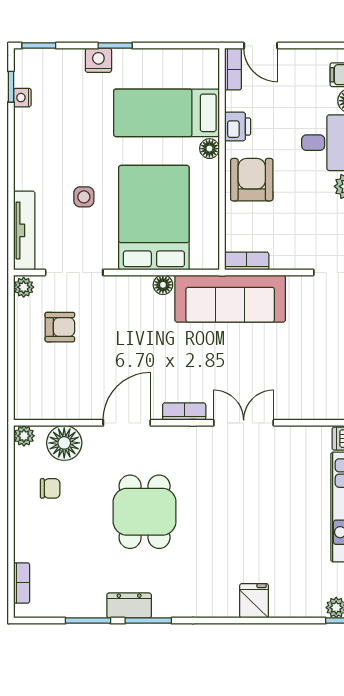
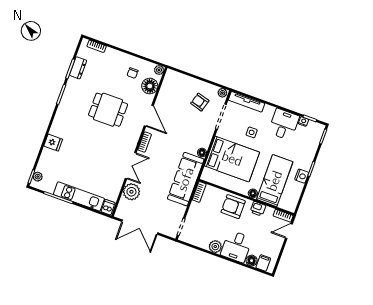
nightstand: (98, 60) -> (302, 176), moved
desk: (43, 136) -> (284, 124), added
armchair: (252, 180) -> (233, 207), turned 180
armchair: (60, 327) -> (200, 102), turned 106
plant: (297, 402) -> (131, 192), added
dresser: (129, 605) -> (78, 68), moved

